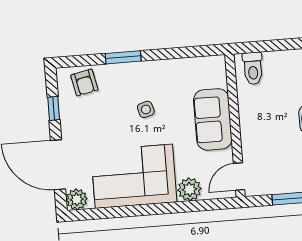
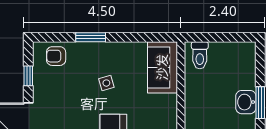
armchair: (84, 82) -> (56, 56), turned 102
sofa: (213, 119) -> (162, 67), moved

